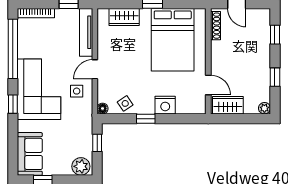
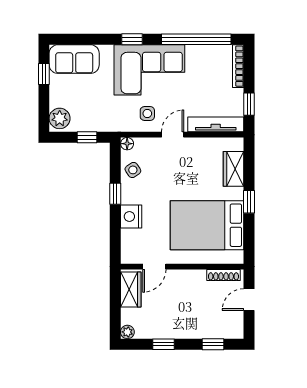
door: (95, 69) -> (173, 135), hinge flipped

